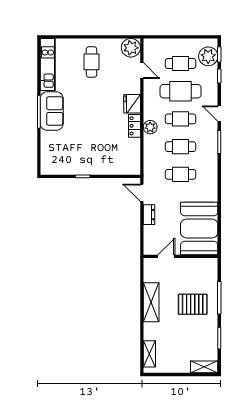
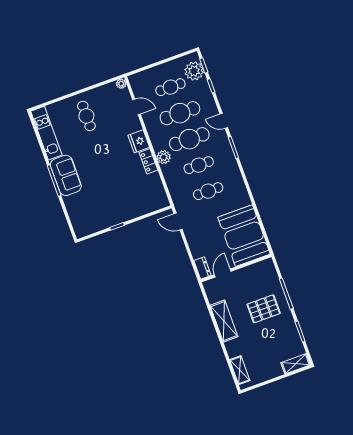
plant: (131, 48) -> (121, 84), width x0.53, depth x0.53
cafe table: (181, 119) -> (189, 139), width x1.37, depth x1.35
dresser: (149, 215) -> (202, 268), moved

